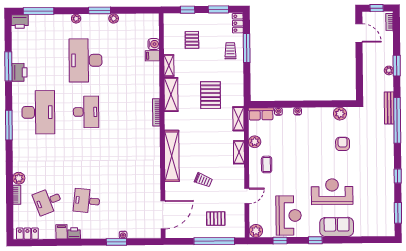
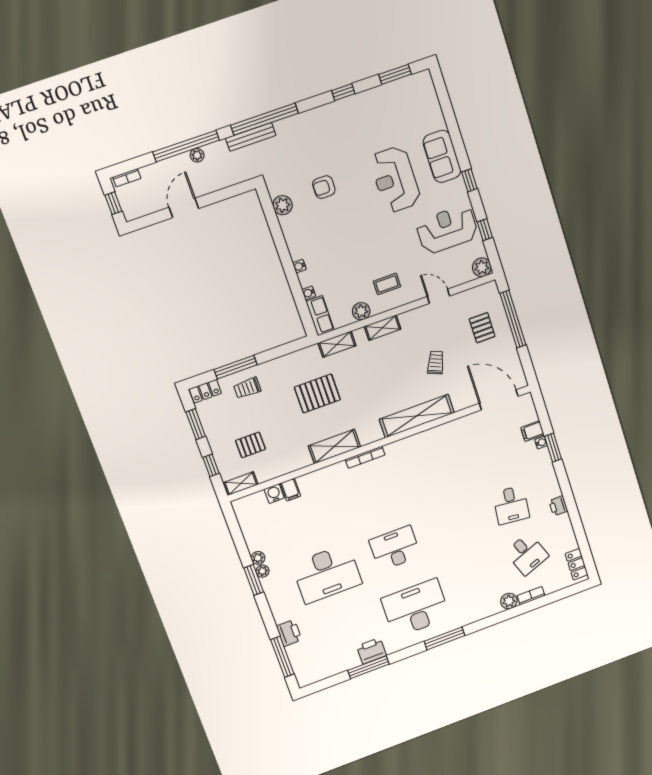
plant: (76, 19) -> (263, 571), moved
printer: (20, 22) -> (289, 633), moved
door: (359, 33) -> (184, 208), moved
shelving: (169, 66) -> (241, 483), moved
window: (397, 66) -> (186, 146), width x2.11
filing cabinet: (61, 232) -> (532, 431), moved

